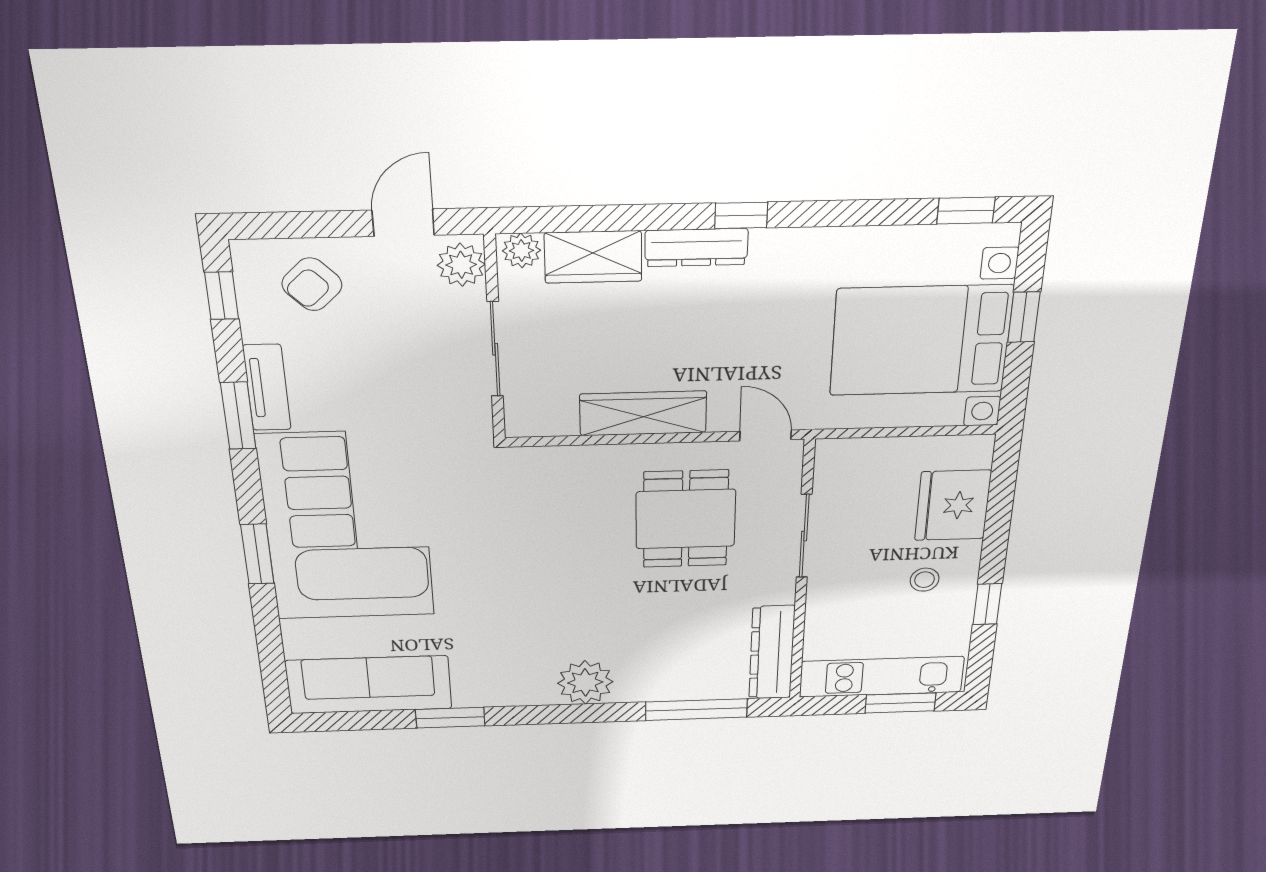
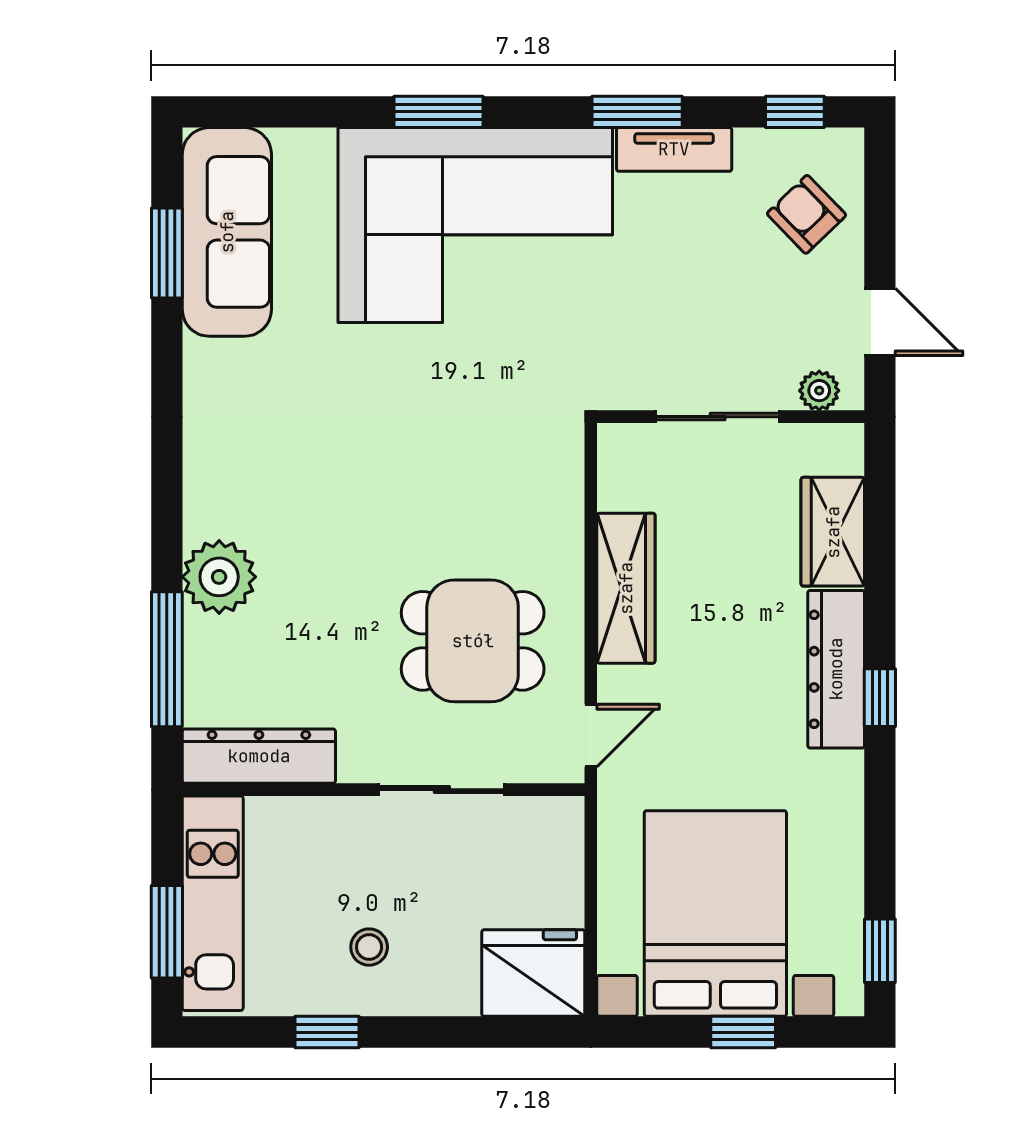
dresser: (696, 247) -> (836, 669), width x1.37, depth x1.24
plant: (521, 251) -> (843, 451), removed
plant: (461, 265) -> (819, 391), width x0.73, depth x0.73
fridge: (953, 505) -> (533, 973), moved
plant: (585, 682) -> (219, 577), moved
window: (450, 718) -> (167, 253), moved

